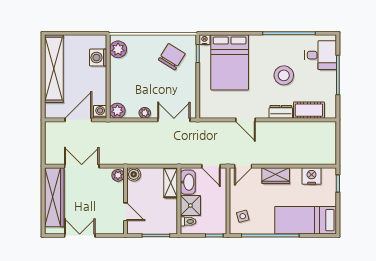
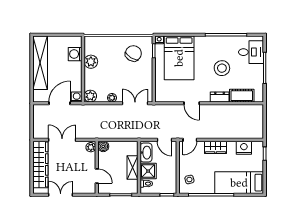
plant: (118, 49) -> (91, 62), moved
shelving: (171, 183) -> (132, 168), moved

